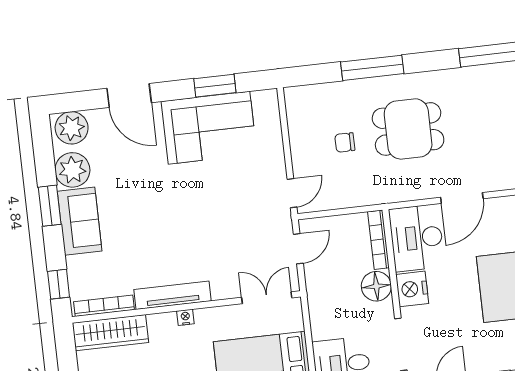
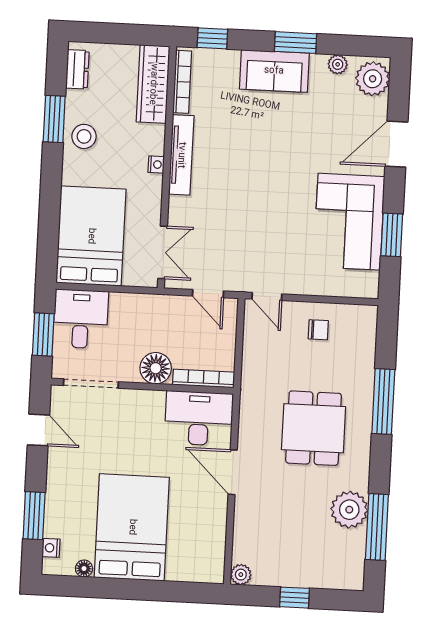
plant: (479, 83) -> (349, 510), added
chair: (345, 142) -> (318, 330), moved, turned 90
plant: (72, 170) -> (338, 64), width x0.53, depth x0.53
nightstand: (412, 289) -> (147, 405), removed

